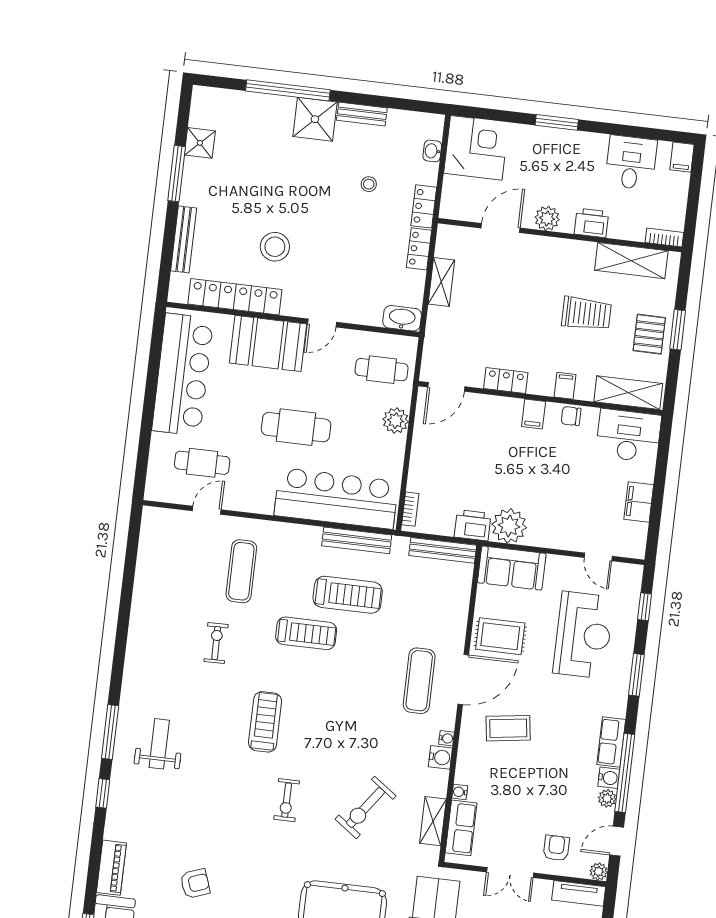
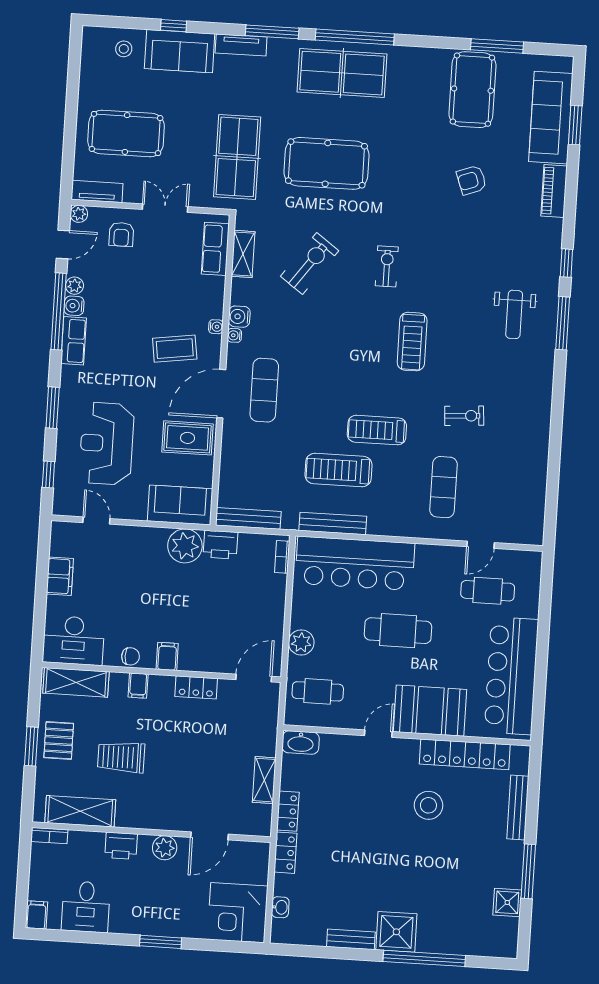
stool: (369, 184) -> (340, 871), removed
exercise bike: (216, 643) -> (464, 416), turned -93
water cooler: (460, 792) -> (216, 327), moved

